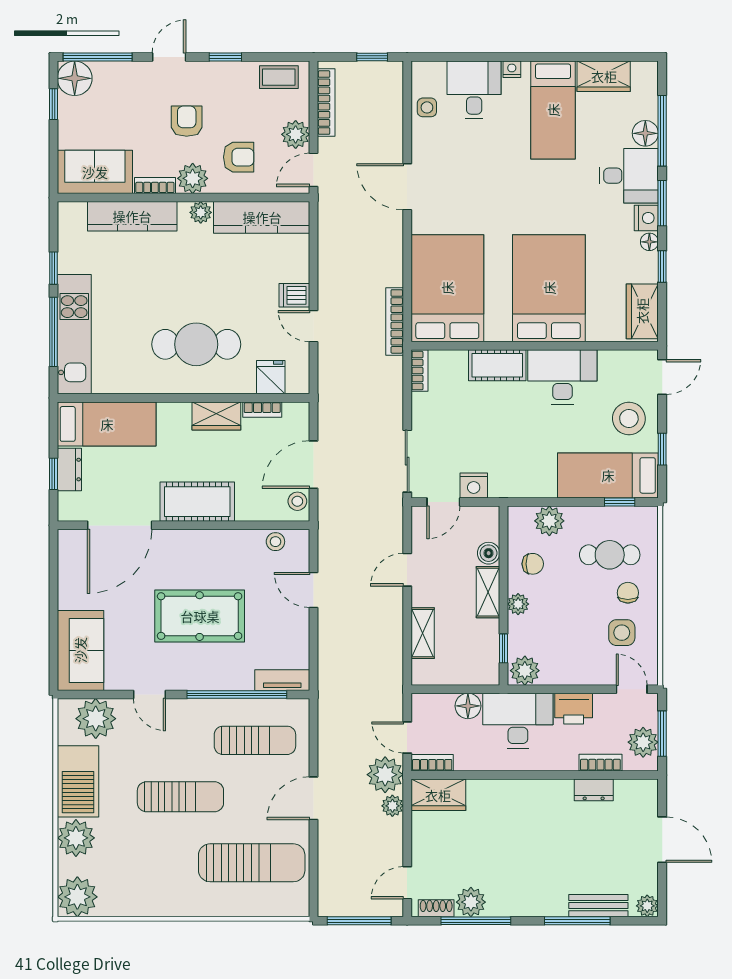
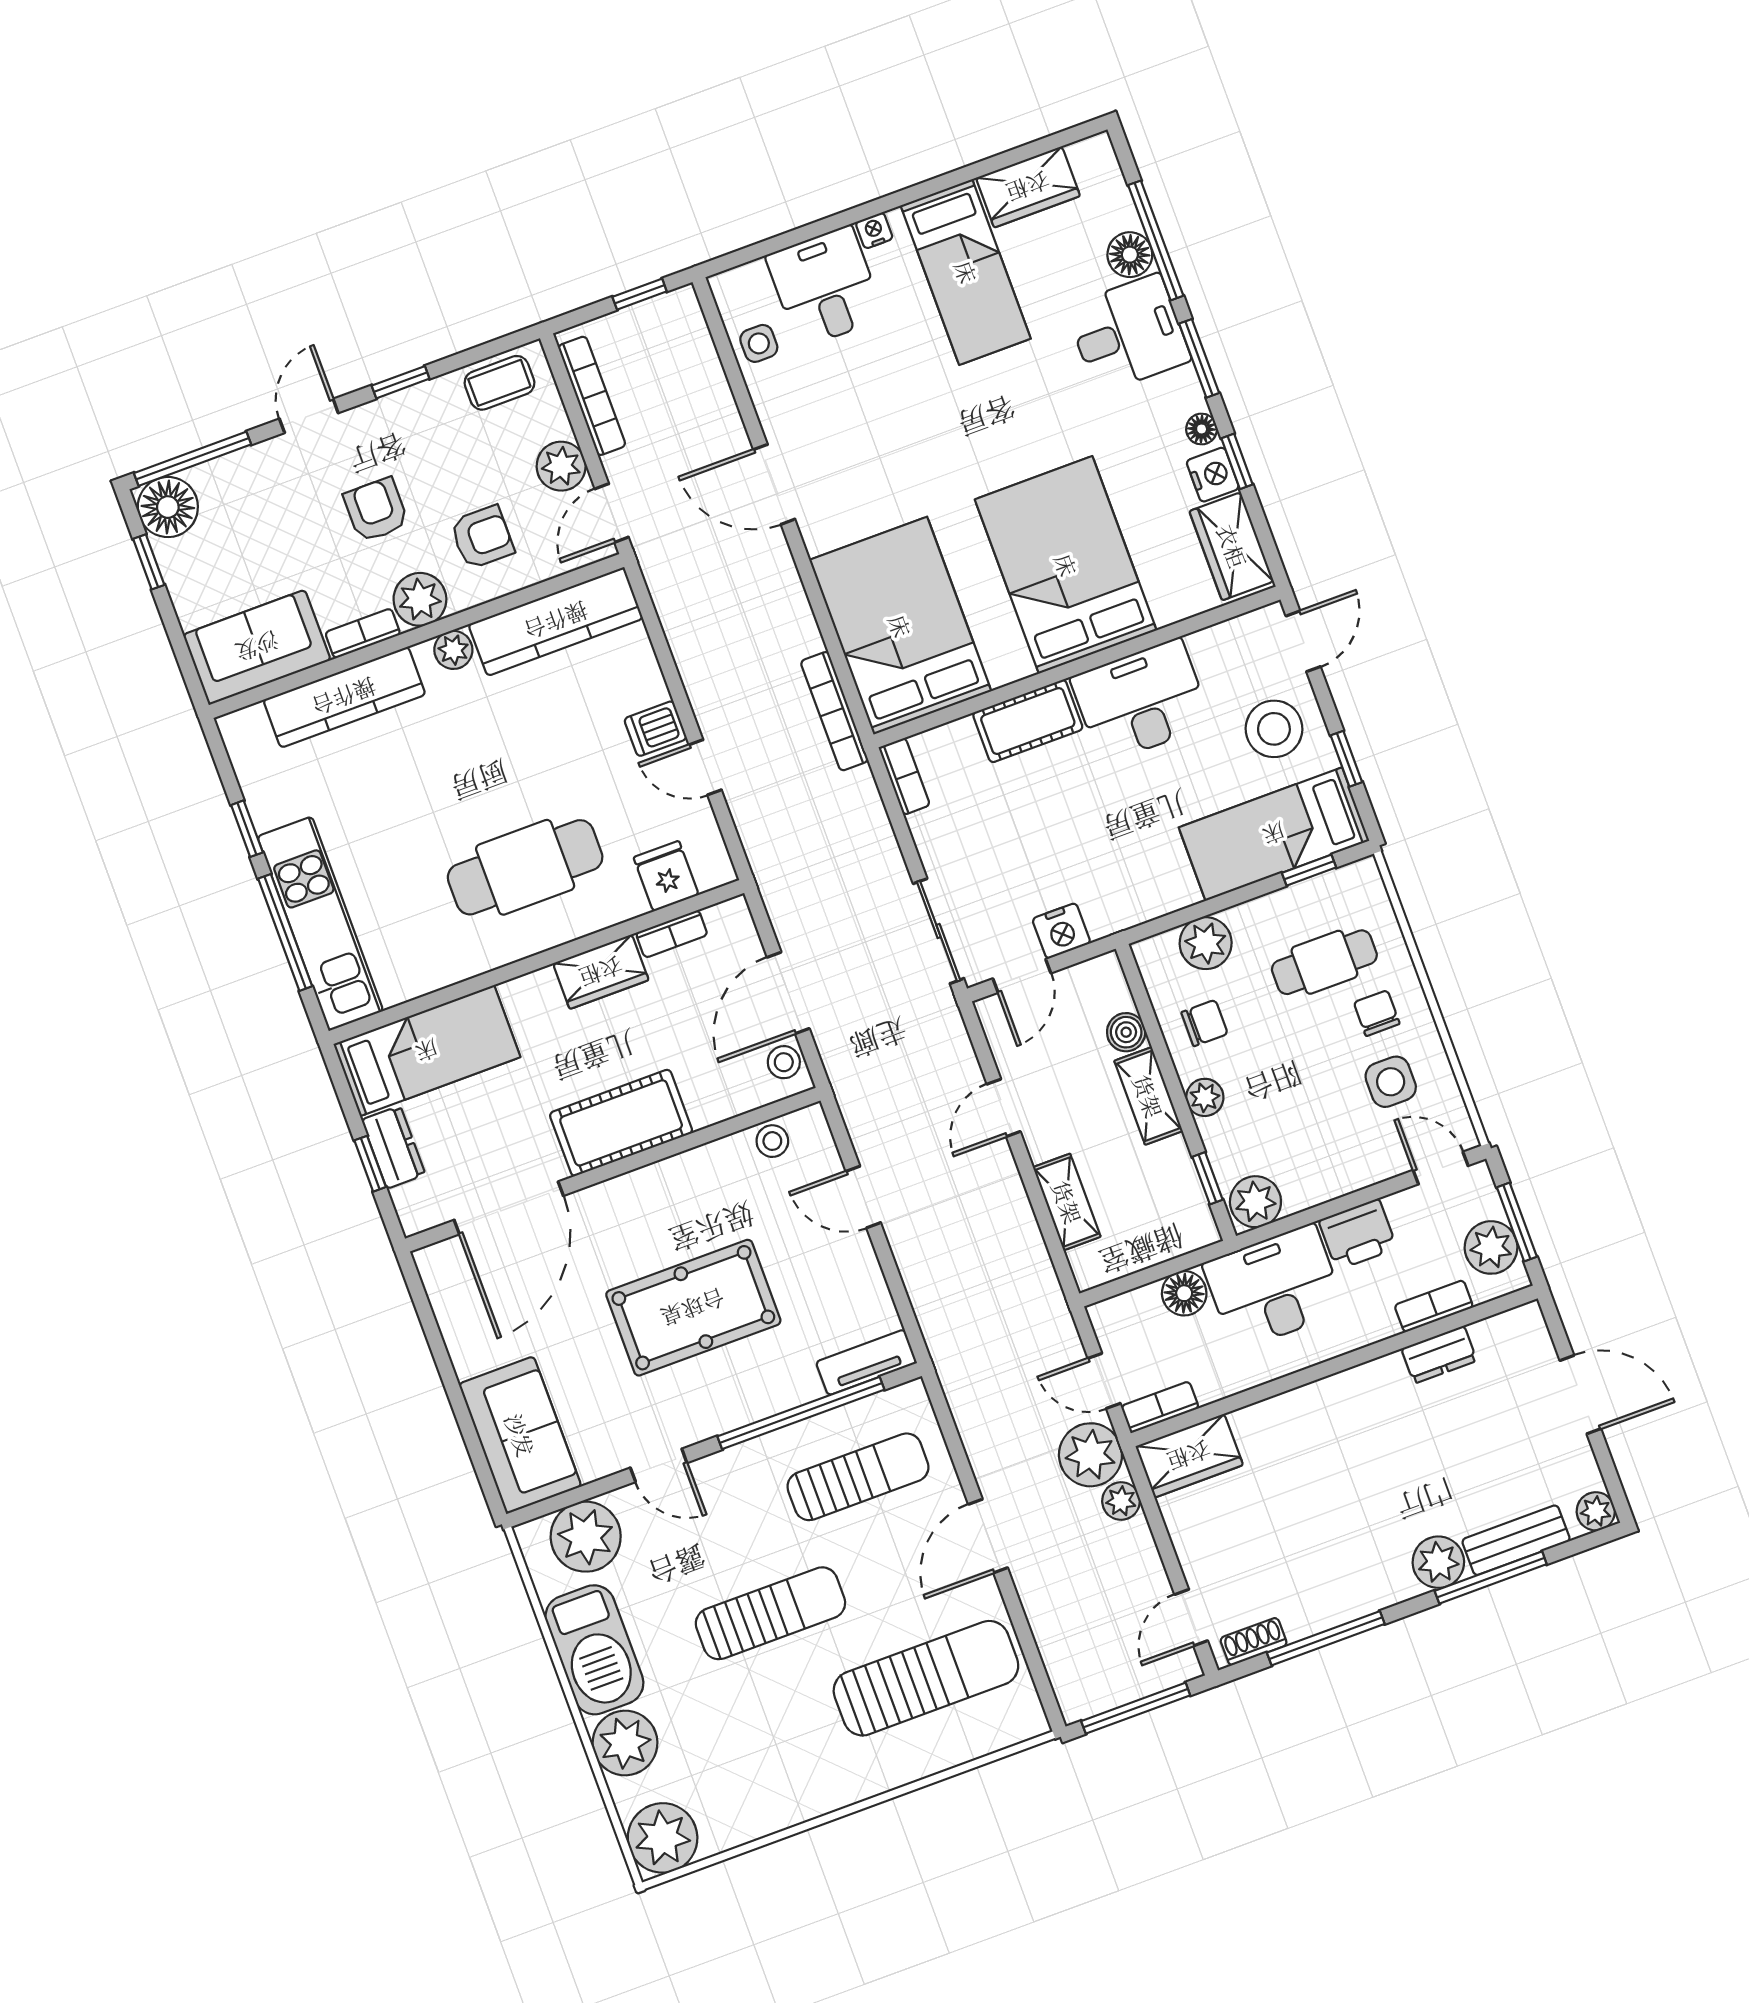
nightstand: (646, 218) -> (1213, 475), moved
plant: (471, 902) -> (1438, 1562), moved

